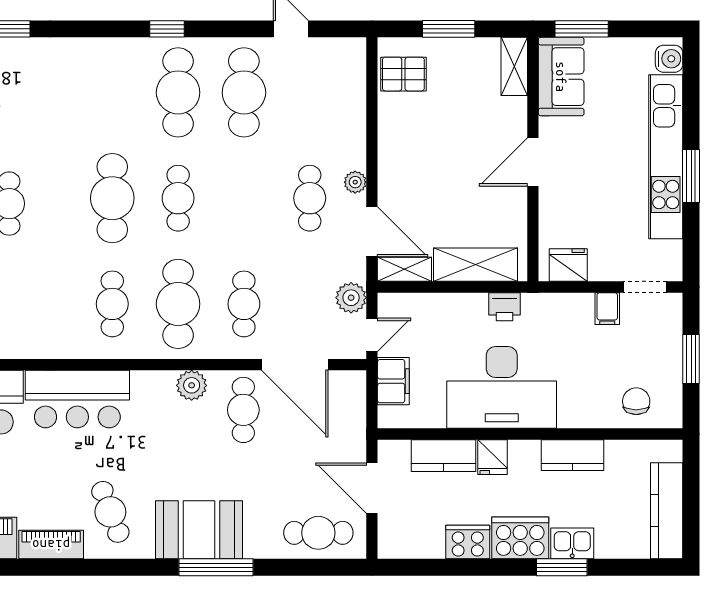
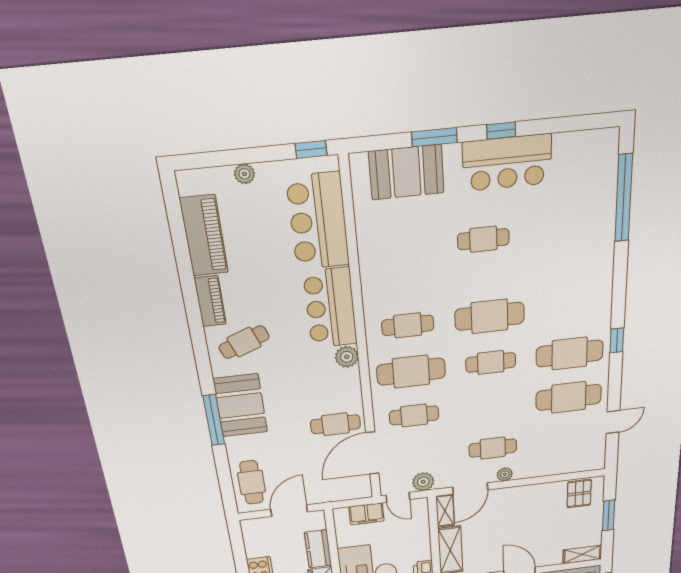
plant: (192, 385) -> (347, 357), moved

